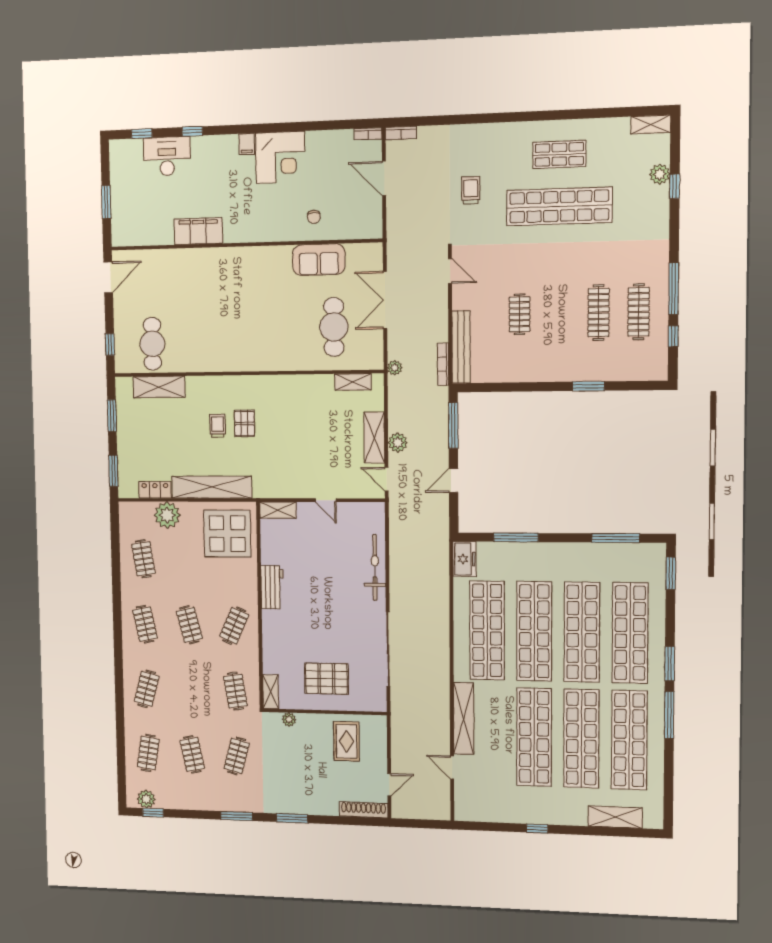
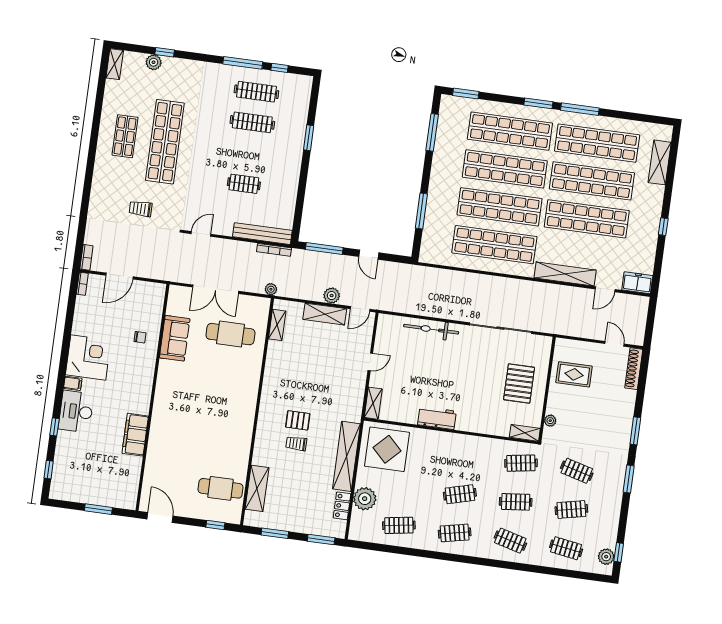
desk: (167, 156) -> (76, 411), moved
freezer: (464, 559) -> (637, 283), moved
clothes rail: (234, 626) -> (516, 502), moved, turned -30

